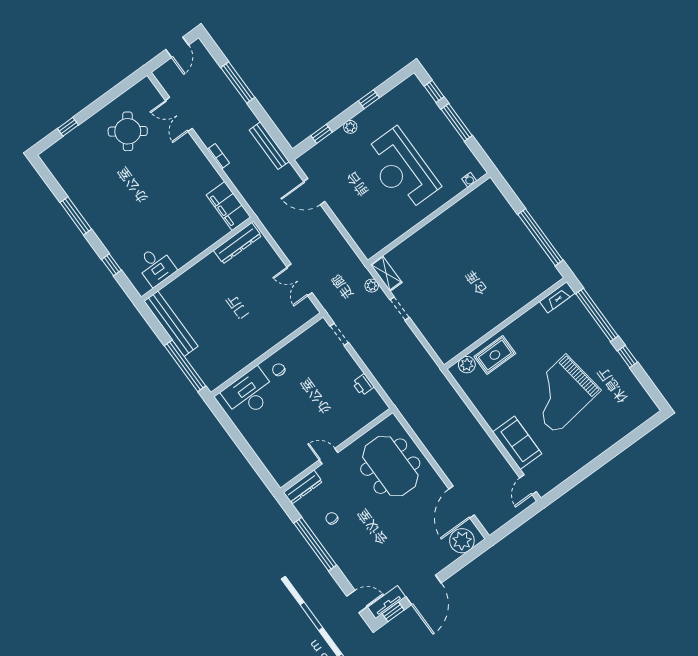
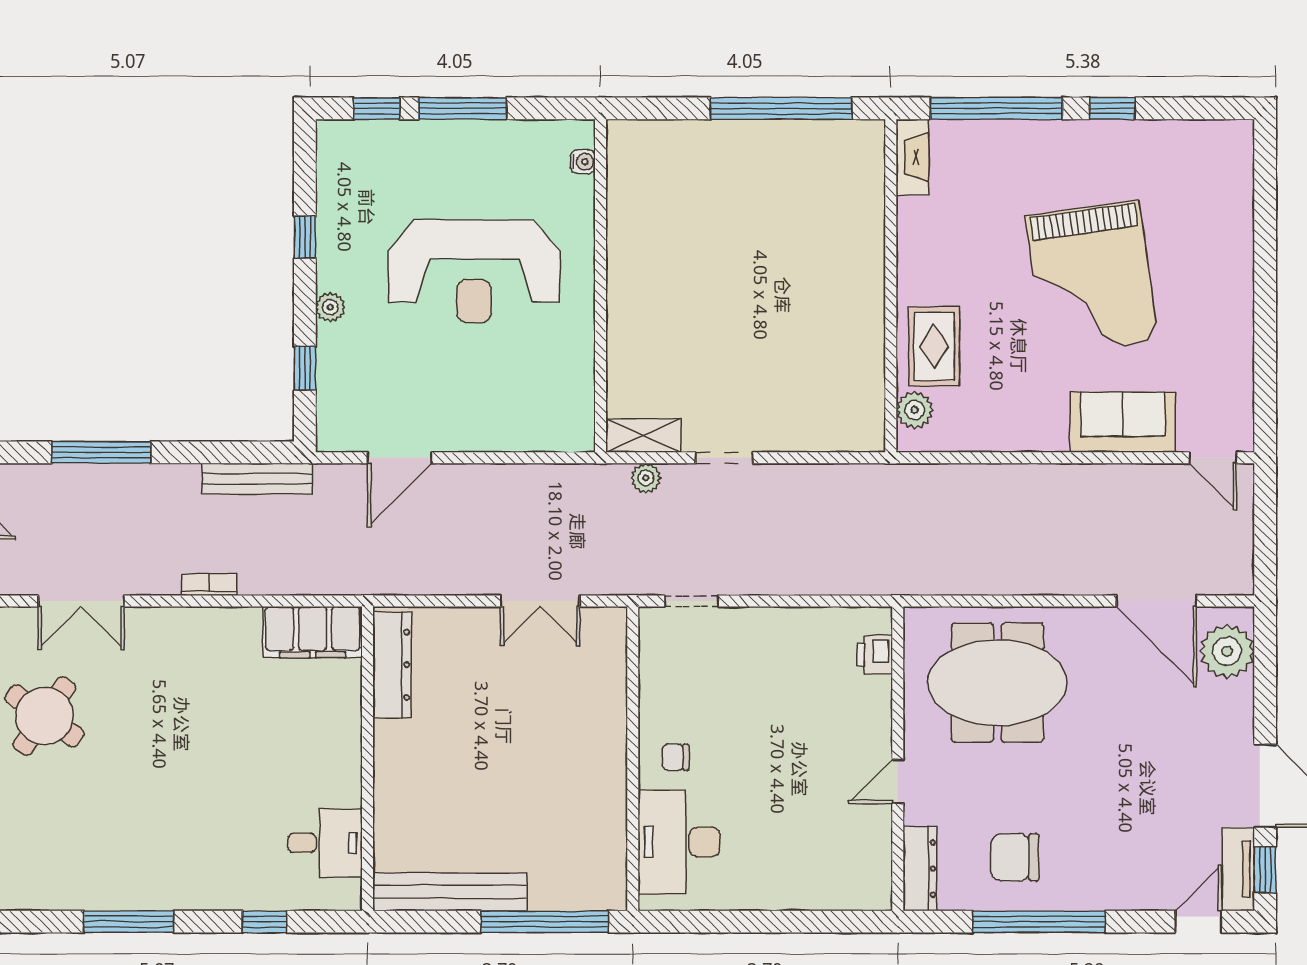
printer: (363, 385) -> (875, 655), moved, turned 90
chair: (332, 518) -> (1015, 857), width x1.87, depth x1.87

